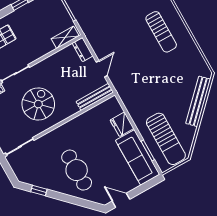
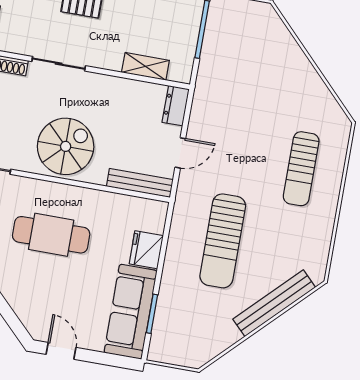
shelving: (65, 37) -> (145, 66), moved
spiral stairs: (38, 104) -> (66, 146), moved
sun lounger: (166, 139) -> (223, 241), moved
cafe table: (77, 170) -> (51, 235), moved, turned 90

